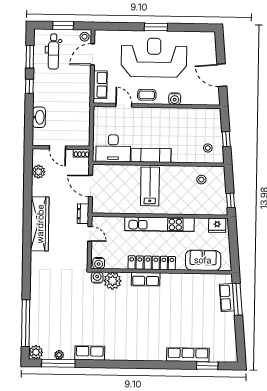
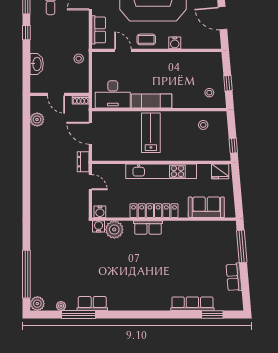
stool: (80, 113) -> (79, 59), added
wardrobe: (40, 224) -> (39, 173), removed
row of seats: (227, 298) -> (234, 277), moved
window: (58, 363) -> (78, 315), moved

